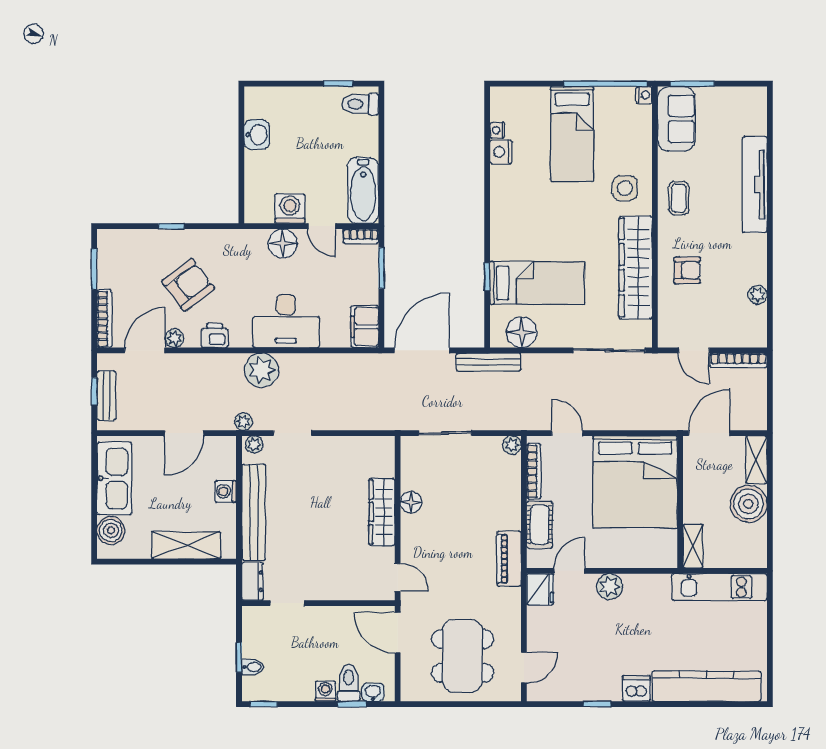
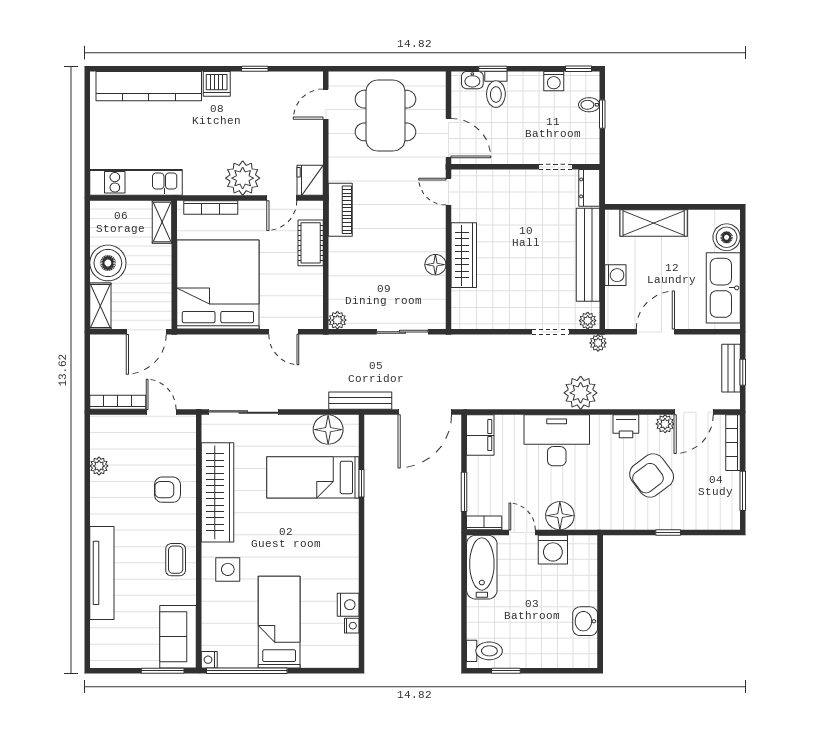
bookcase: (534, 471) -> (211, 208), moved, turned -90
plant: (610, 587) -> (243, 178), width x1.36, depth x1.36
washing machine: (325, 691) -> (554, 81), moved

